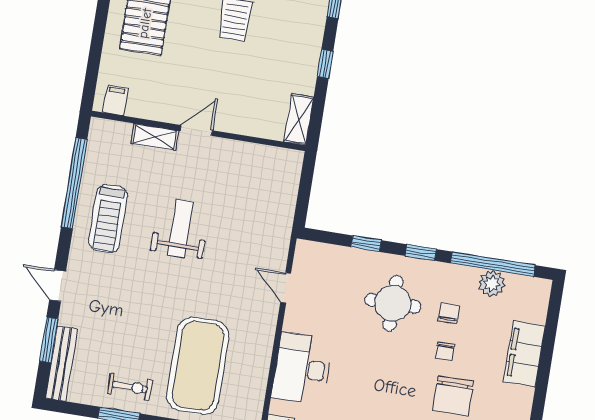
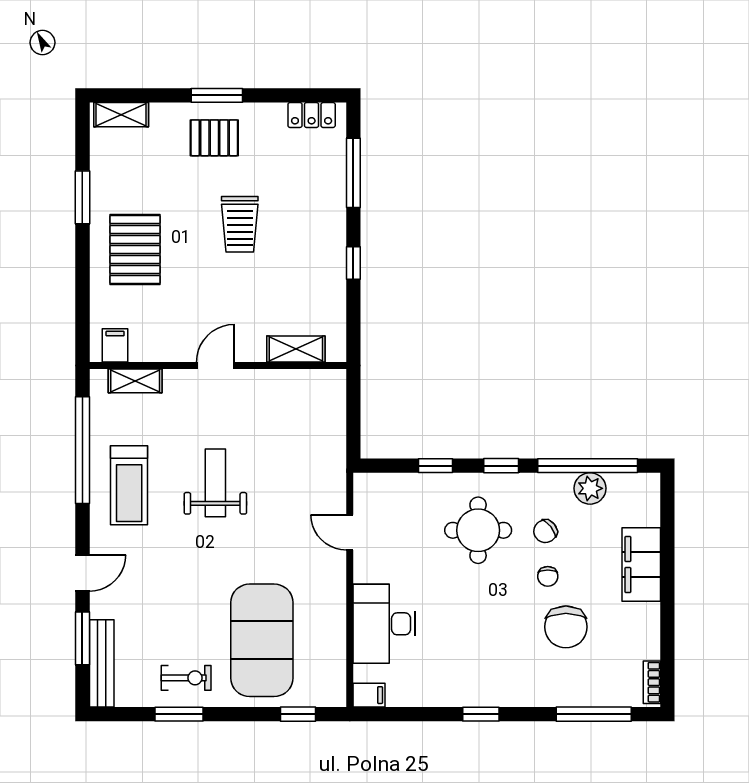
shelving: (299, 119) -> (296, 349), moved, turned 90
shelving: (155, 137) -> (135, 381), moved
door: (58, 285) -> (82, 573), swing flipped
chair: (449, 313) -> (545, 531), turned -128

